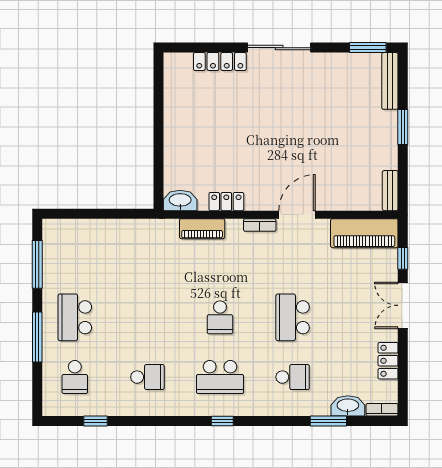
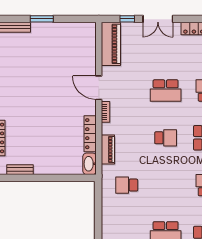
bench: (390, 191) -> (20, 170), moved
locker: (226, 202) -> (90, 134), width x1.53
school desk: (147, 258) -> (127, 185), added

